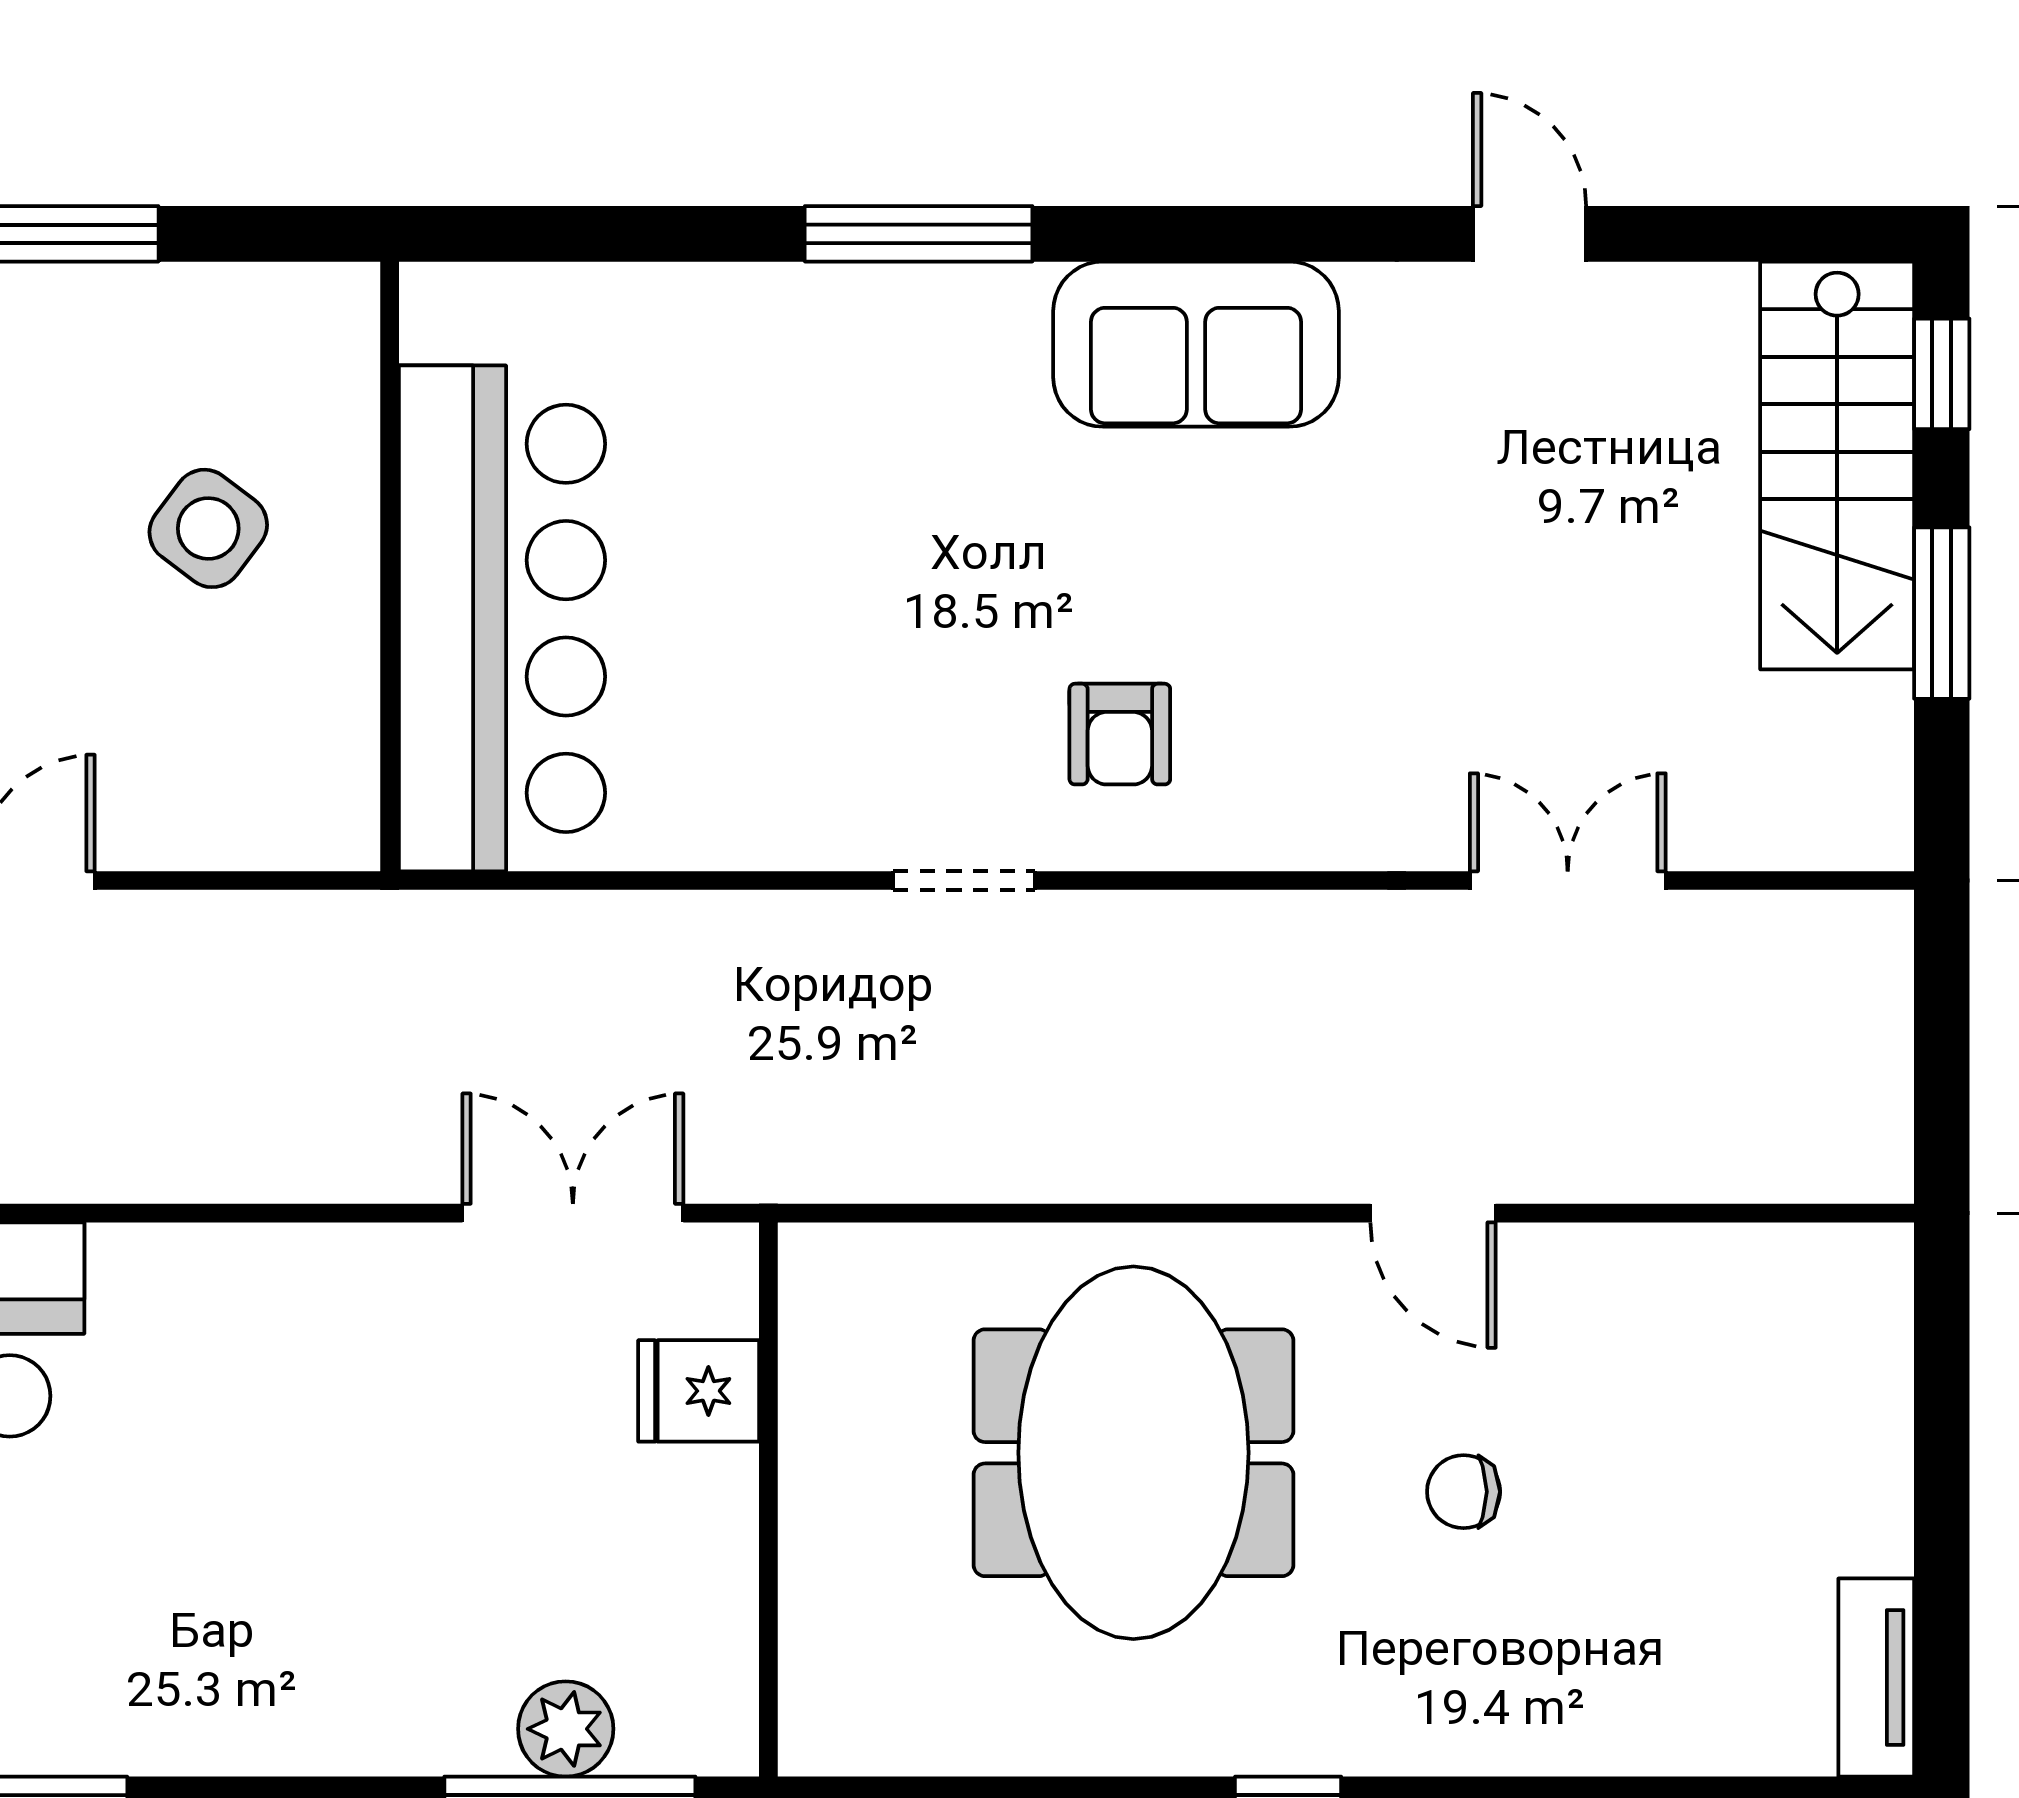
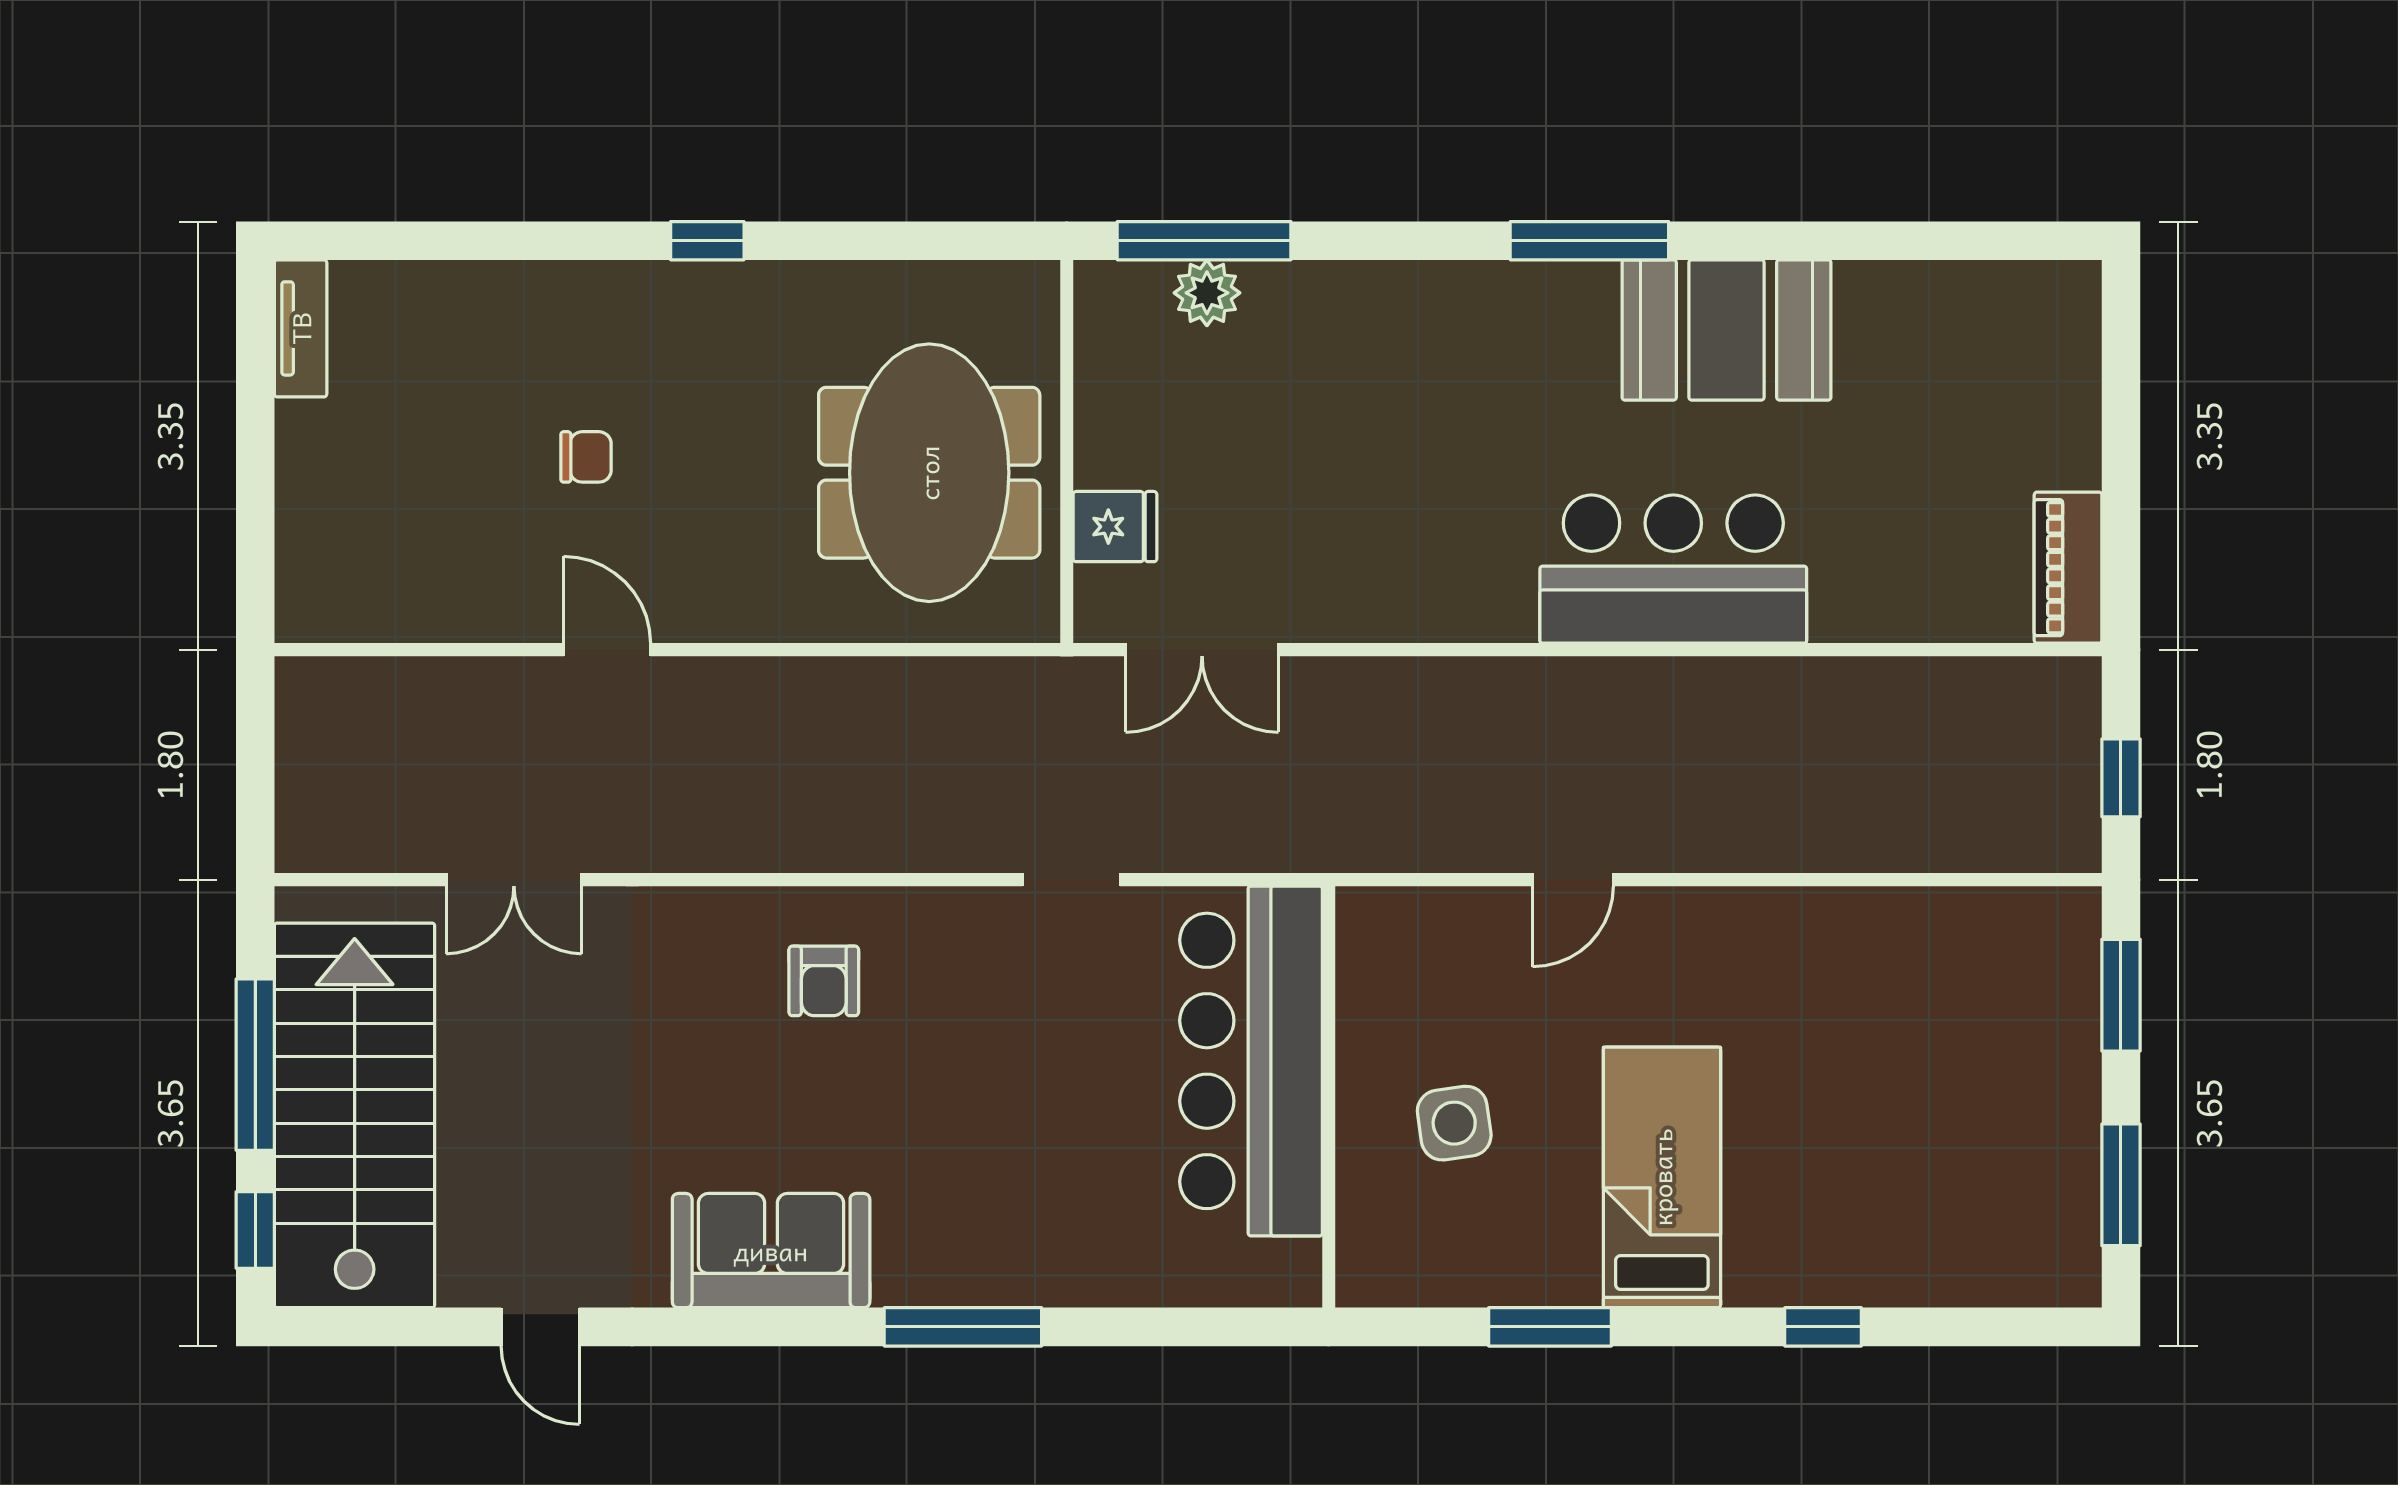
stairs: (1837, 465) -> (355, 1115), width x1.36, depth x1.51
side table: (208, 528) -> (1454, 1123), turned 45
window: (1942, 613) -> (255, 1065), width x1.44
armchair: (1120, 734) -> (824, 981), turned 180
doorway: (964, 881) -> (1071, 880), moved
meeting table: (1133, 1453) -> (929, 473), moved

